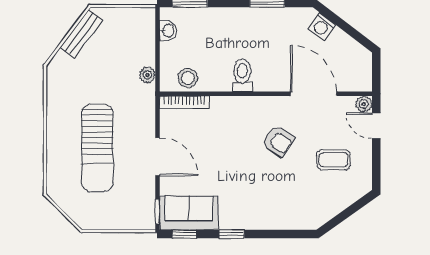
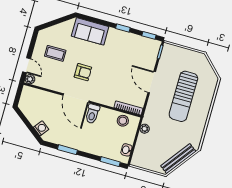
bench: (82, 34) -> (178, 159), width x1.36
door: (313, 94) -> (76, 98), moved
armchair: (278, 141) -> (83, 72), turned 147
sun lounger: (97, 148) -> (183, 96), turned 180
sofa: (189, 213) -> (90, 31), moved

